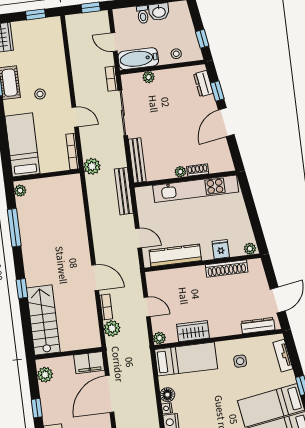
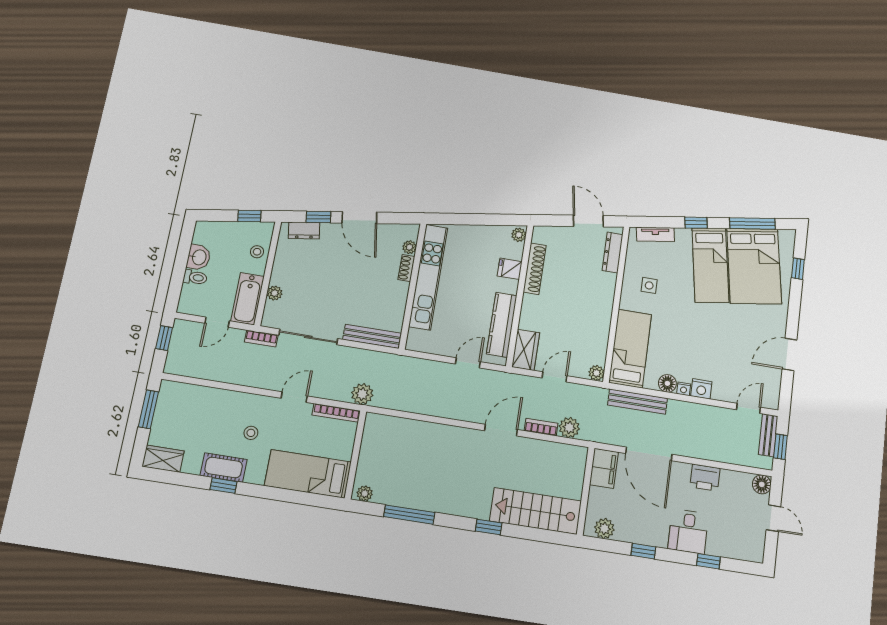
window: (36, 14) -> (148, 409), width x1.50
plant: (180, 172) -> (409, 247), moved
bench: (124, 191) -> (638, 402), moved
wardrobe: (193, 331) -> (526, 350), moved, turned 180

